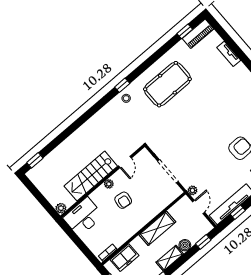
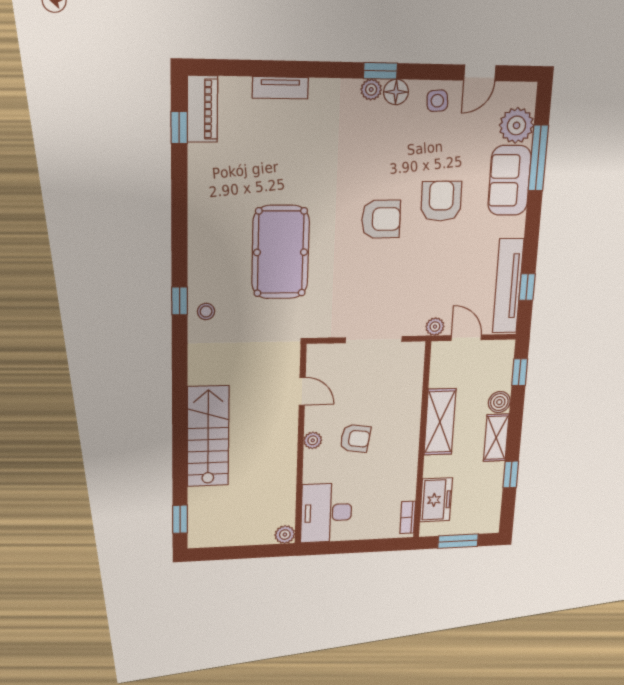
pool table: (167, 84) -> (281, 252), moved
armchair: (215, 132) -> (381, 219), added
stairs: (91, 176) -> (208, 436), moved, turned 180

